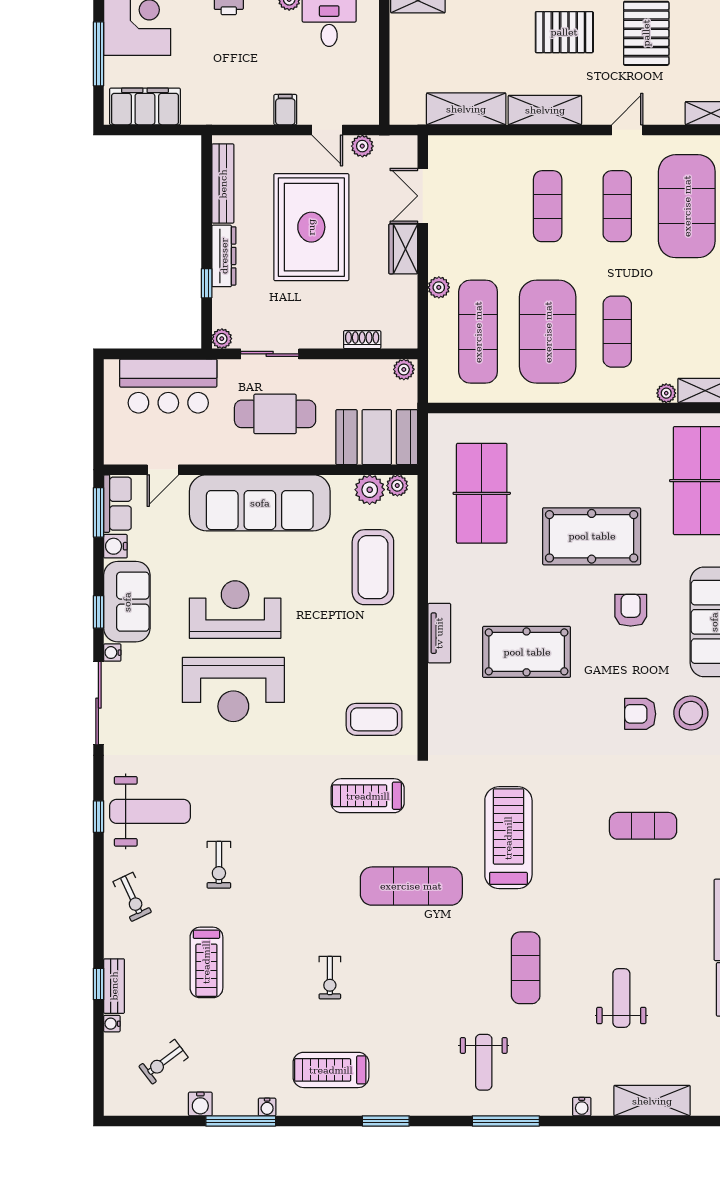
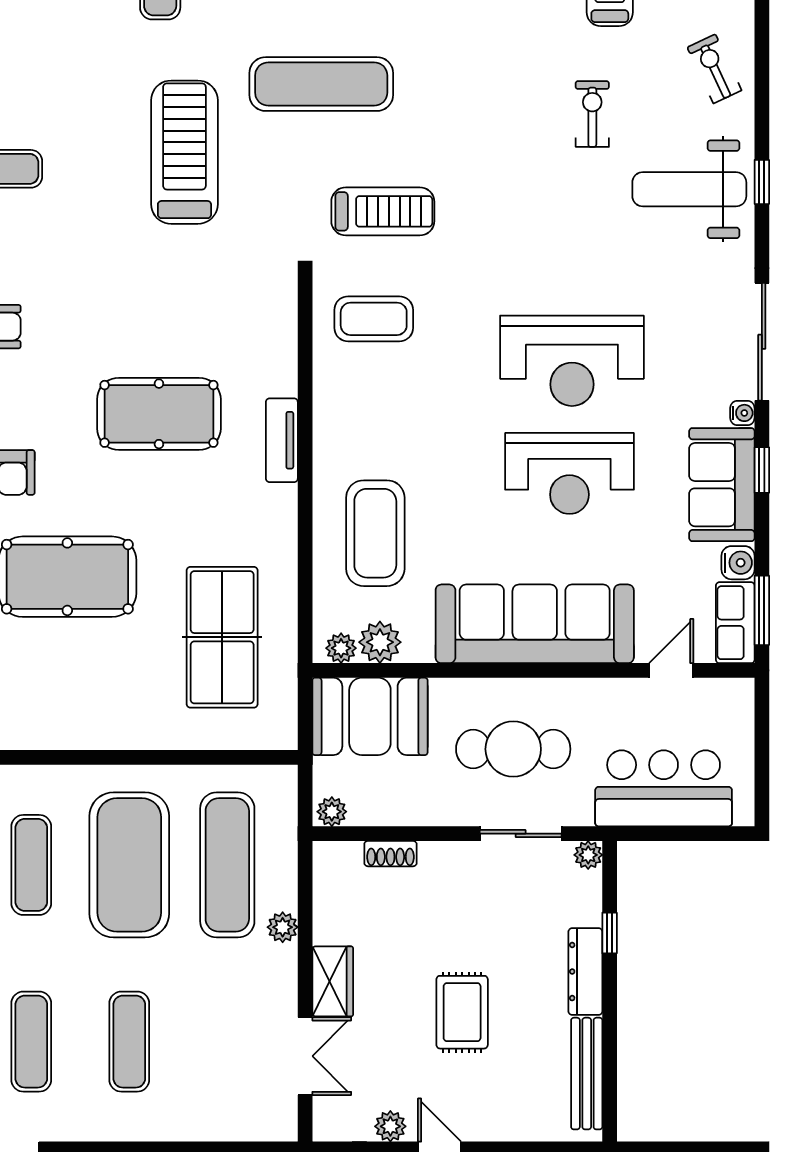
rug: (311, 227) -> (462, 1012), width x0.54, depth x0.49
reception desk: (233, 690) -> (572, 361), turned 180
treadmill: (508, 838) -> (184, 152), turned 180

